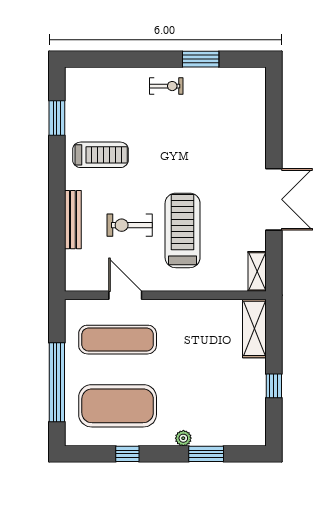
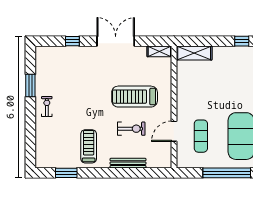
window: (274, 128) -> (72, 41), added
exercise bike: (130, 225) -> (131, 129), turned -90
exercise mat: (118, 340) -> (201, 136), width x0.73, depth x0.69
window: (274, 386) -> (242, 41), moved

